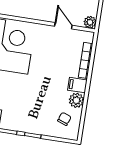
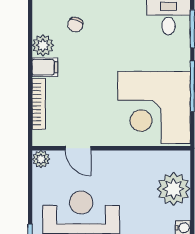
chair: (64, 119) -> (75, 25), moved

